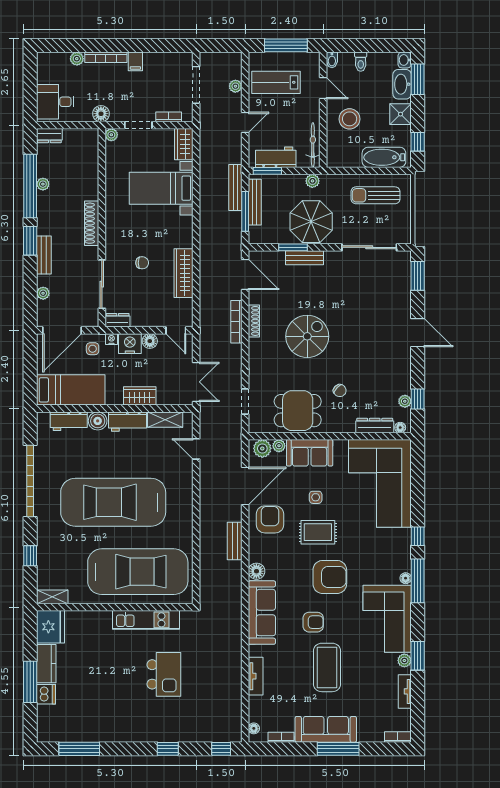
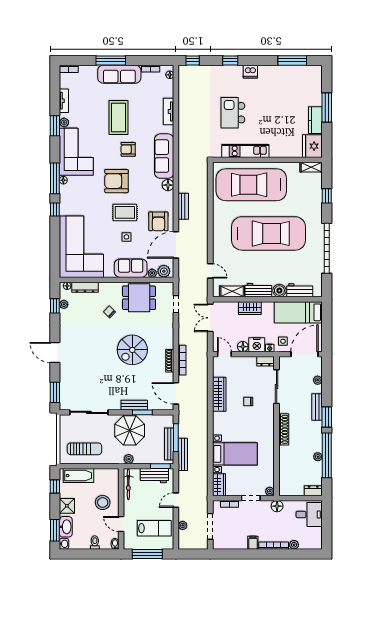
dishwasher: (46, 694) -> (250, 72), moved, turned -90

